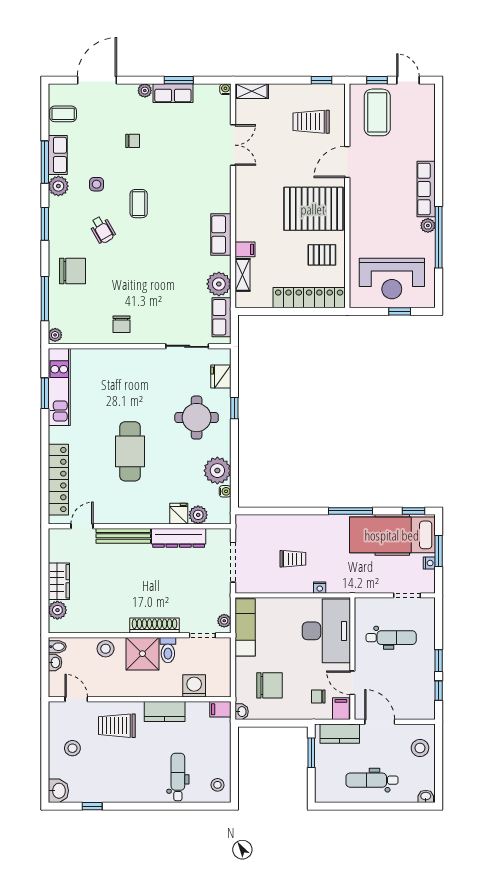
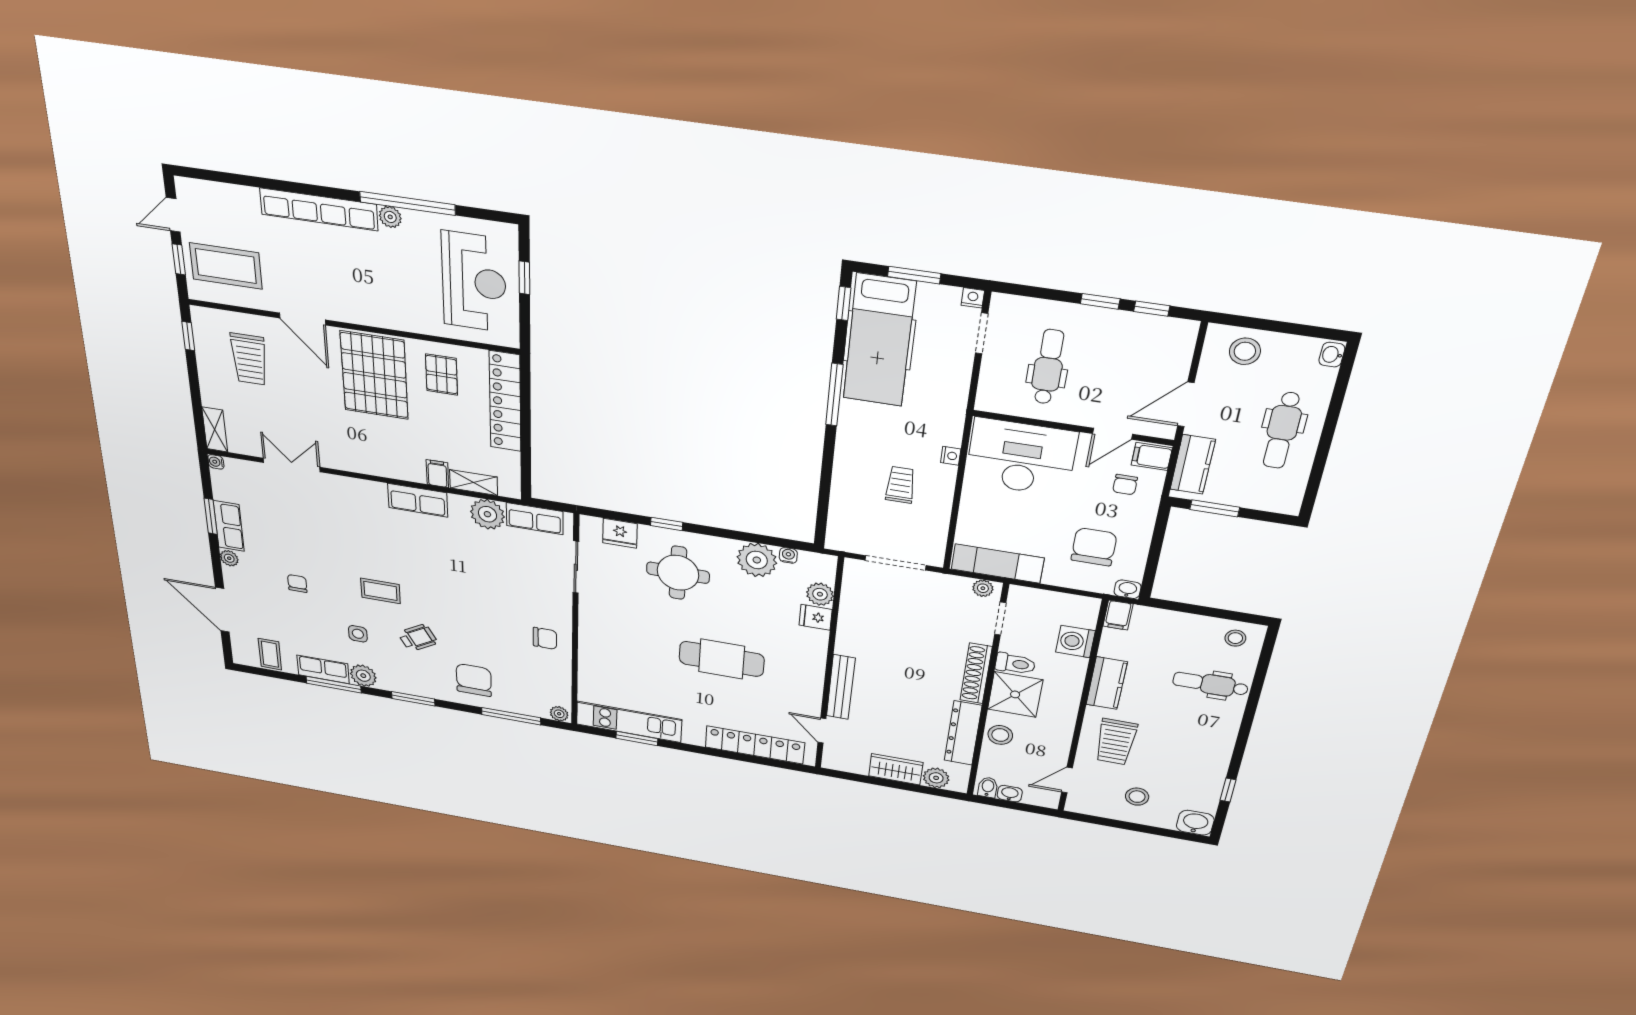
row of seats: (426, 189) -> (319, 209), width x1.36
dresser: (179, 538) -> (963, 733), moved, turned 180
nightstand: (429, 563) -> (973, 298), moved

